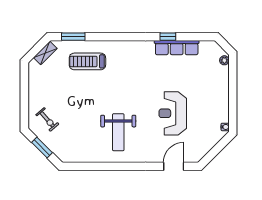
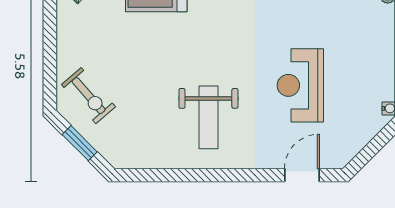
exercise bike: (47, 119) -> (89, 96), width x1.38, depth x1.39

